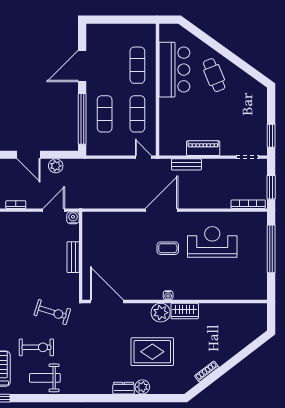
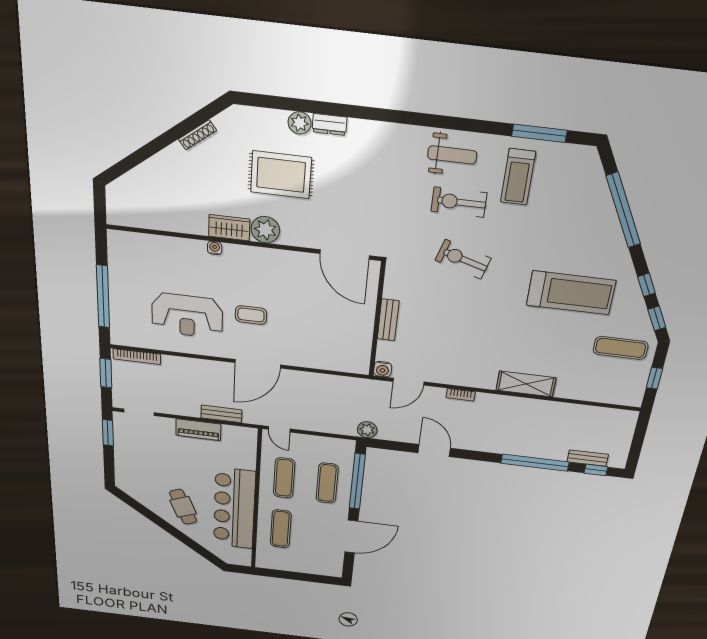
bar counter: (174, 70) -> (234, 508), width x1.36
plant: (56, 166) -> (367, 430), moved
water cooler: (168, 295) -> (215, 248), moved
exercise bike: (52, 312) -> (463, 259), moved

